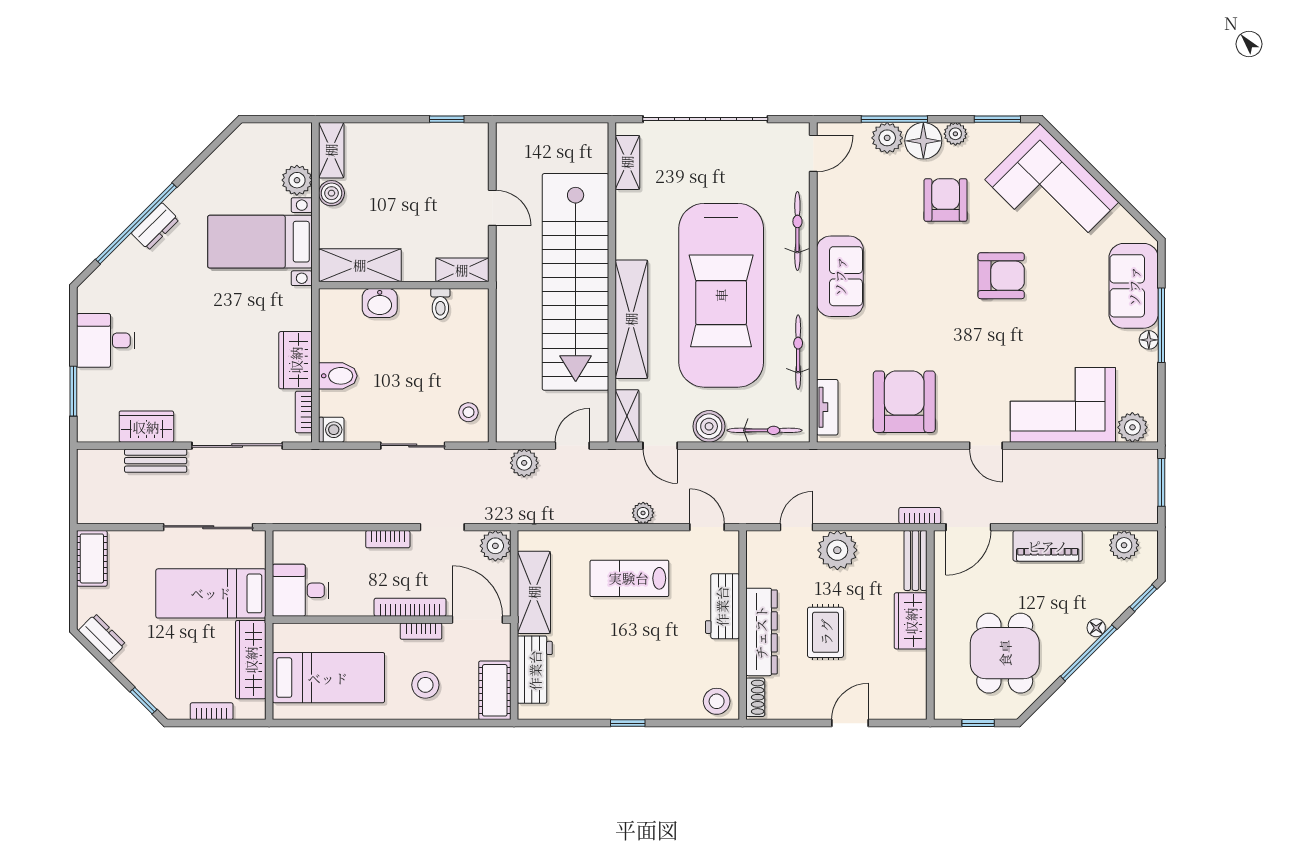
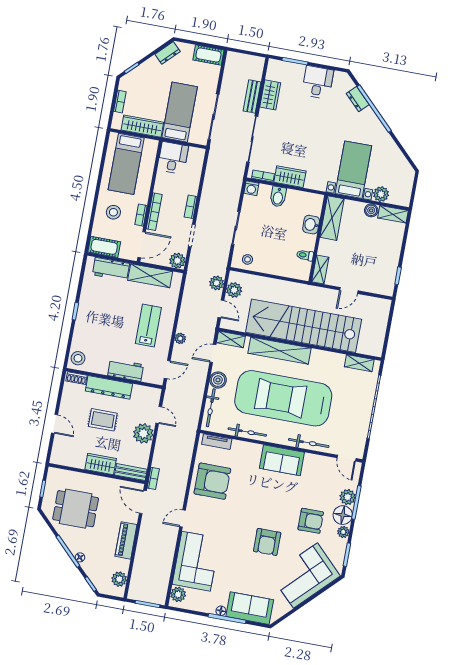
dresser: (155, 226) -> (358, 99), moved
plant: (532, 427) -> (234, 290), added

